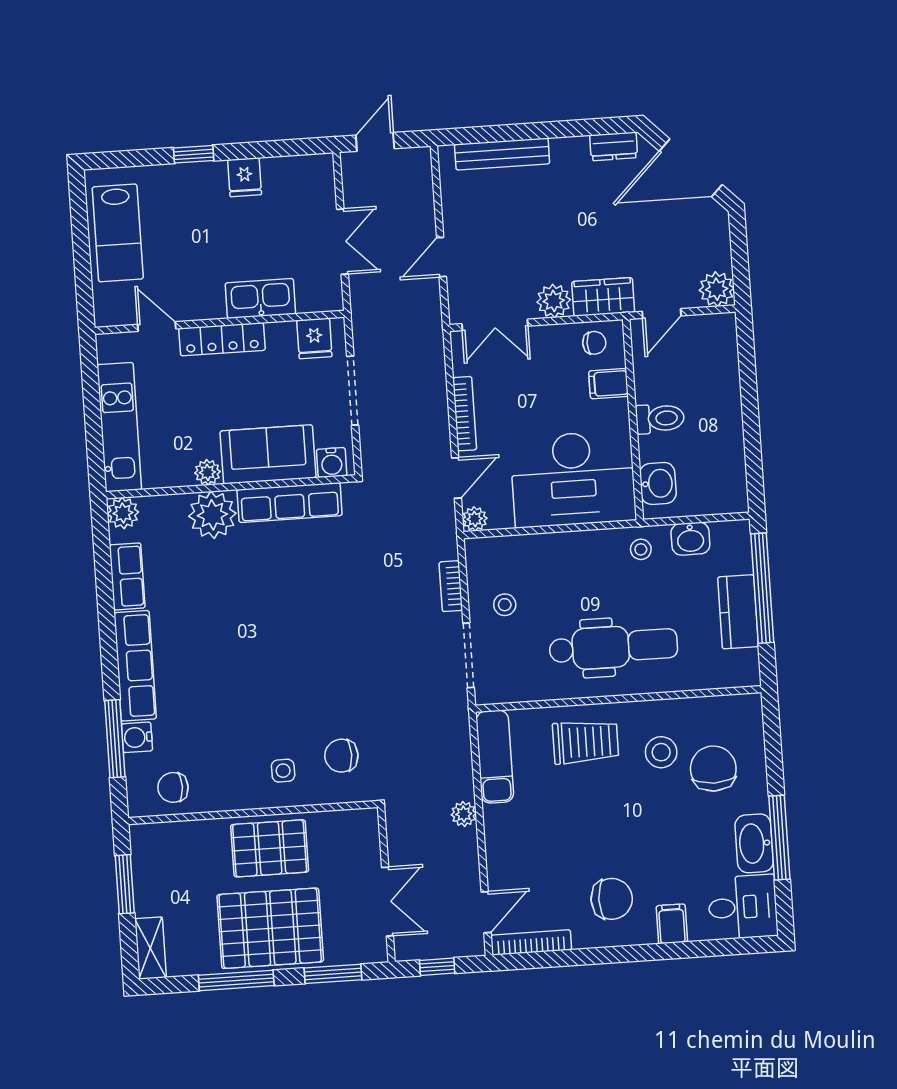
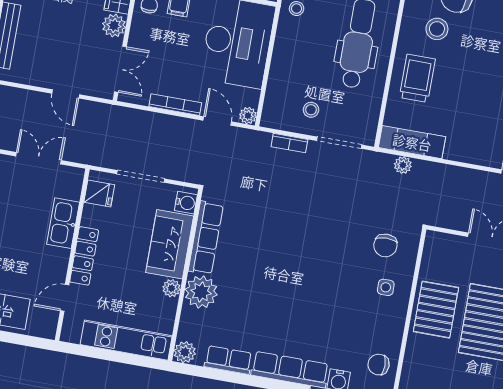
chair: (173, 787) -> (379, 365), turned 90
plant: (464, 814) -> (403, 165), moved

